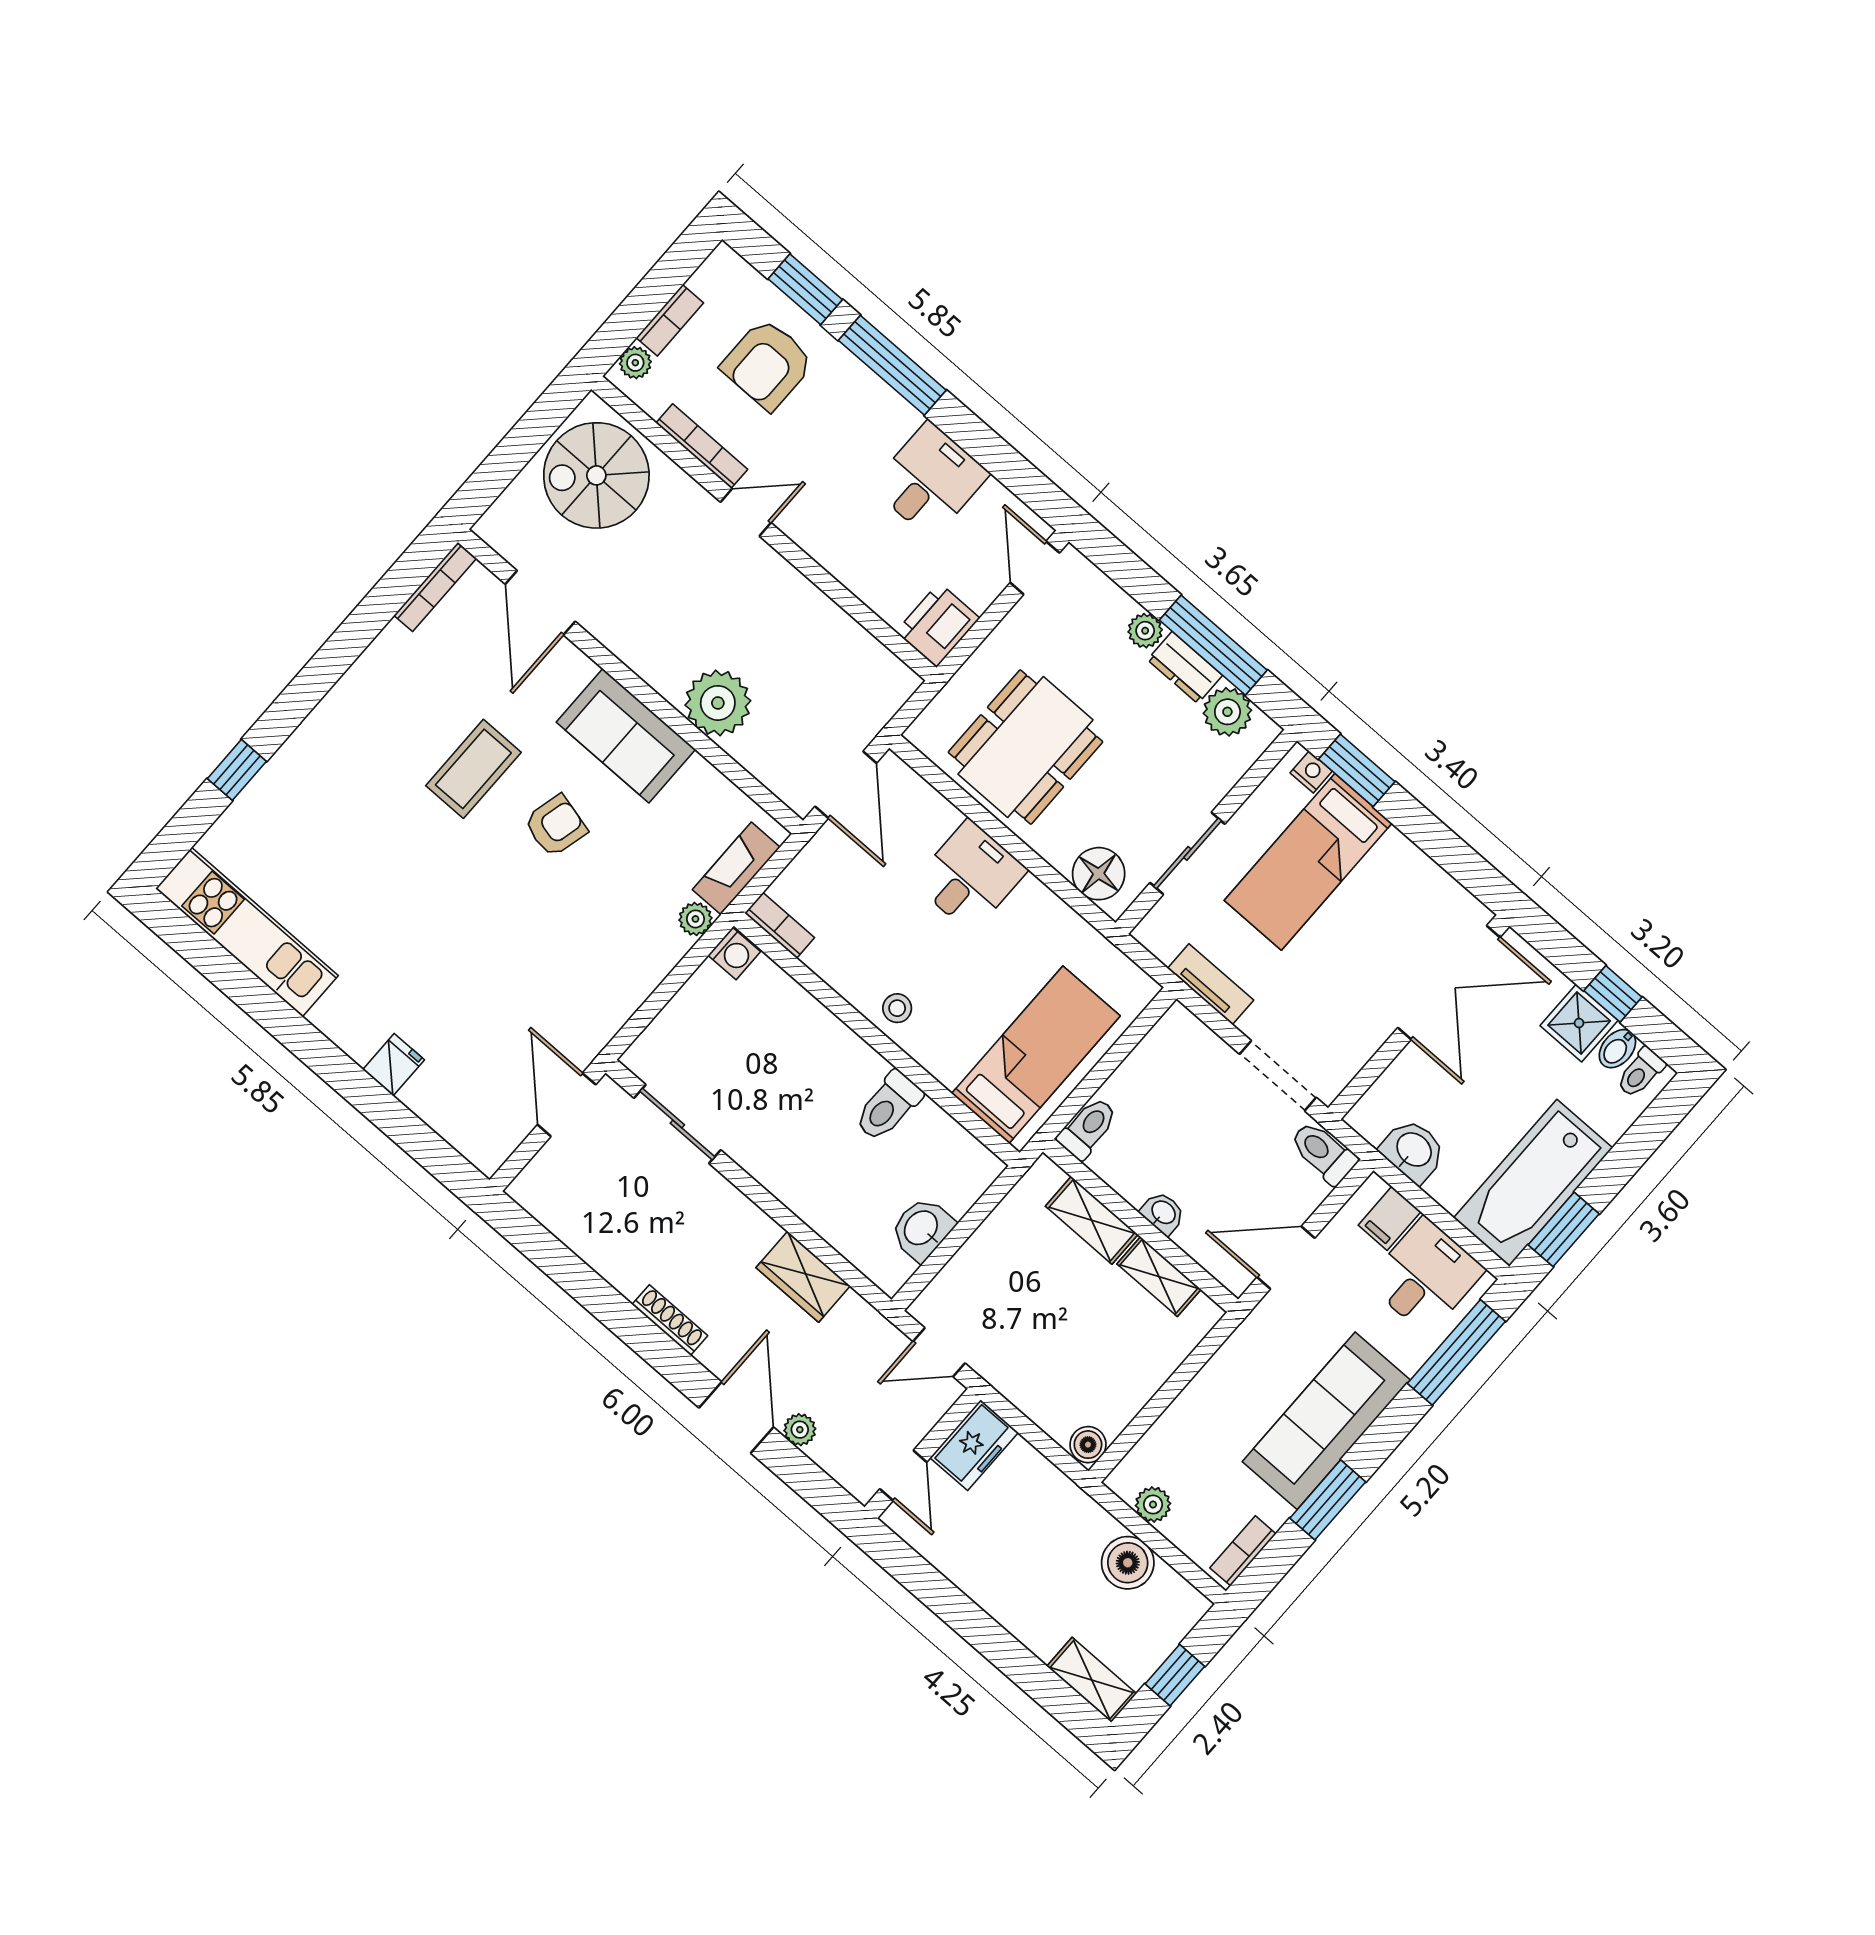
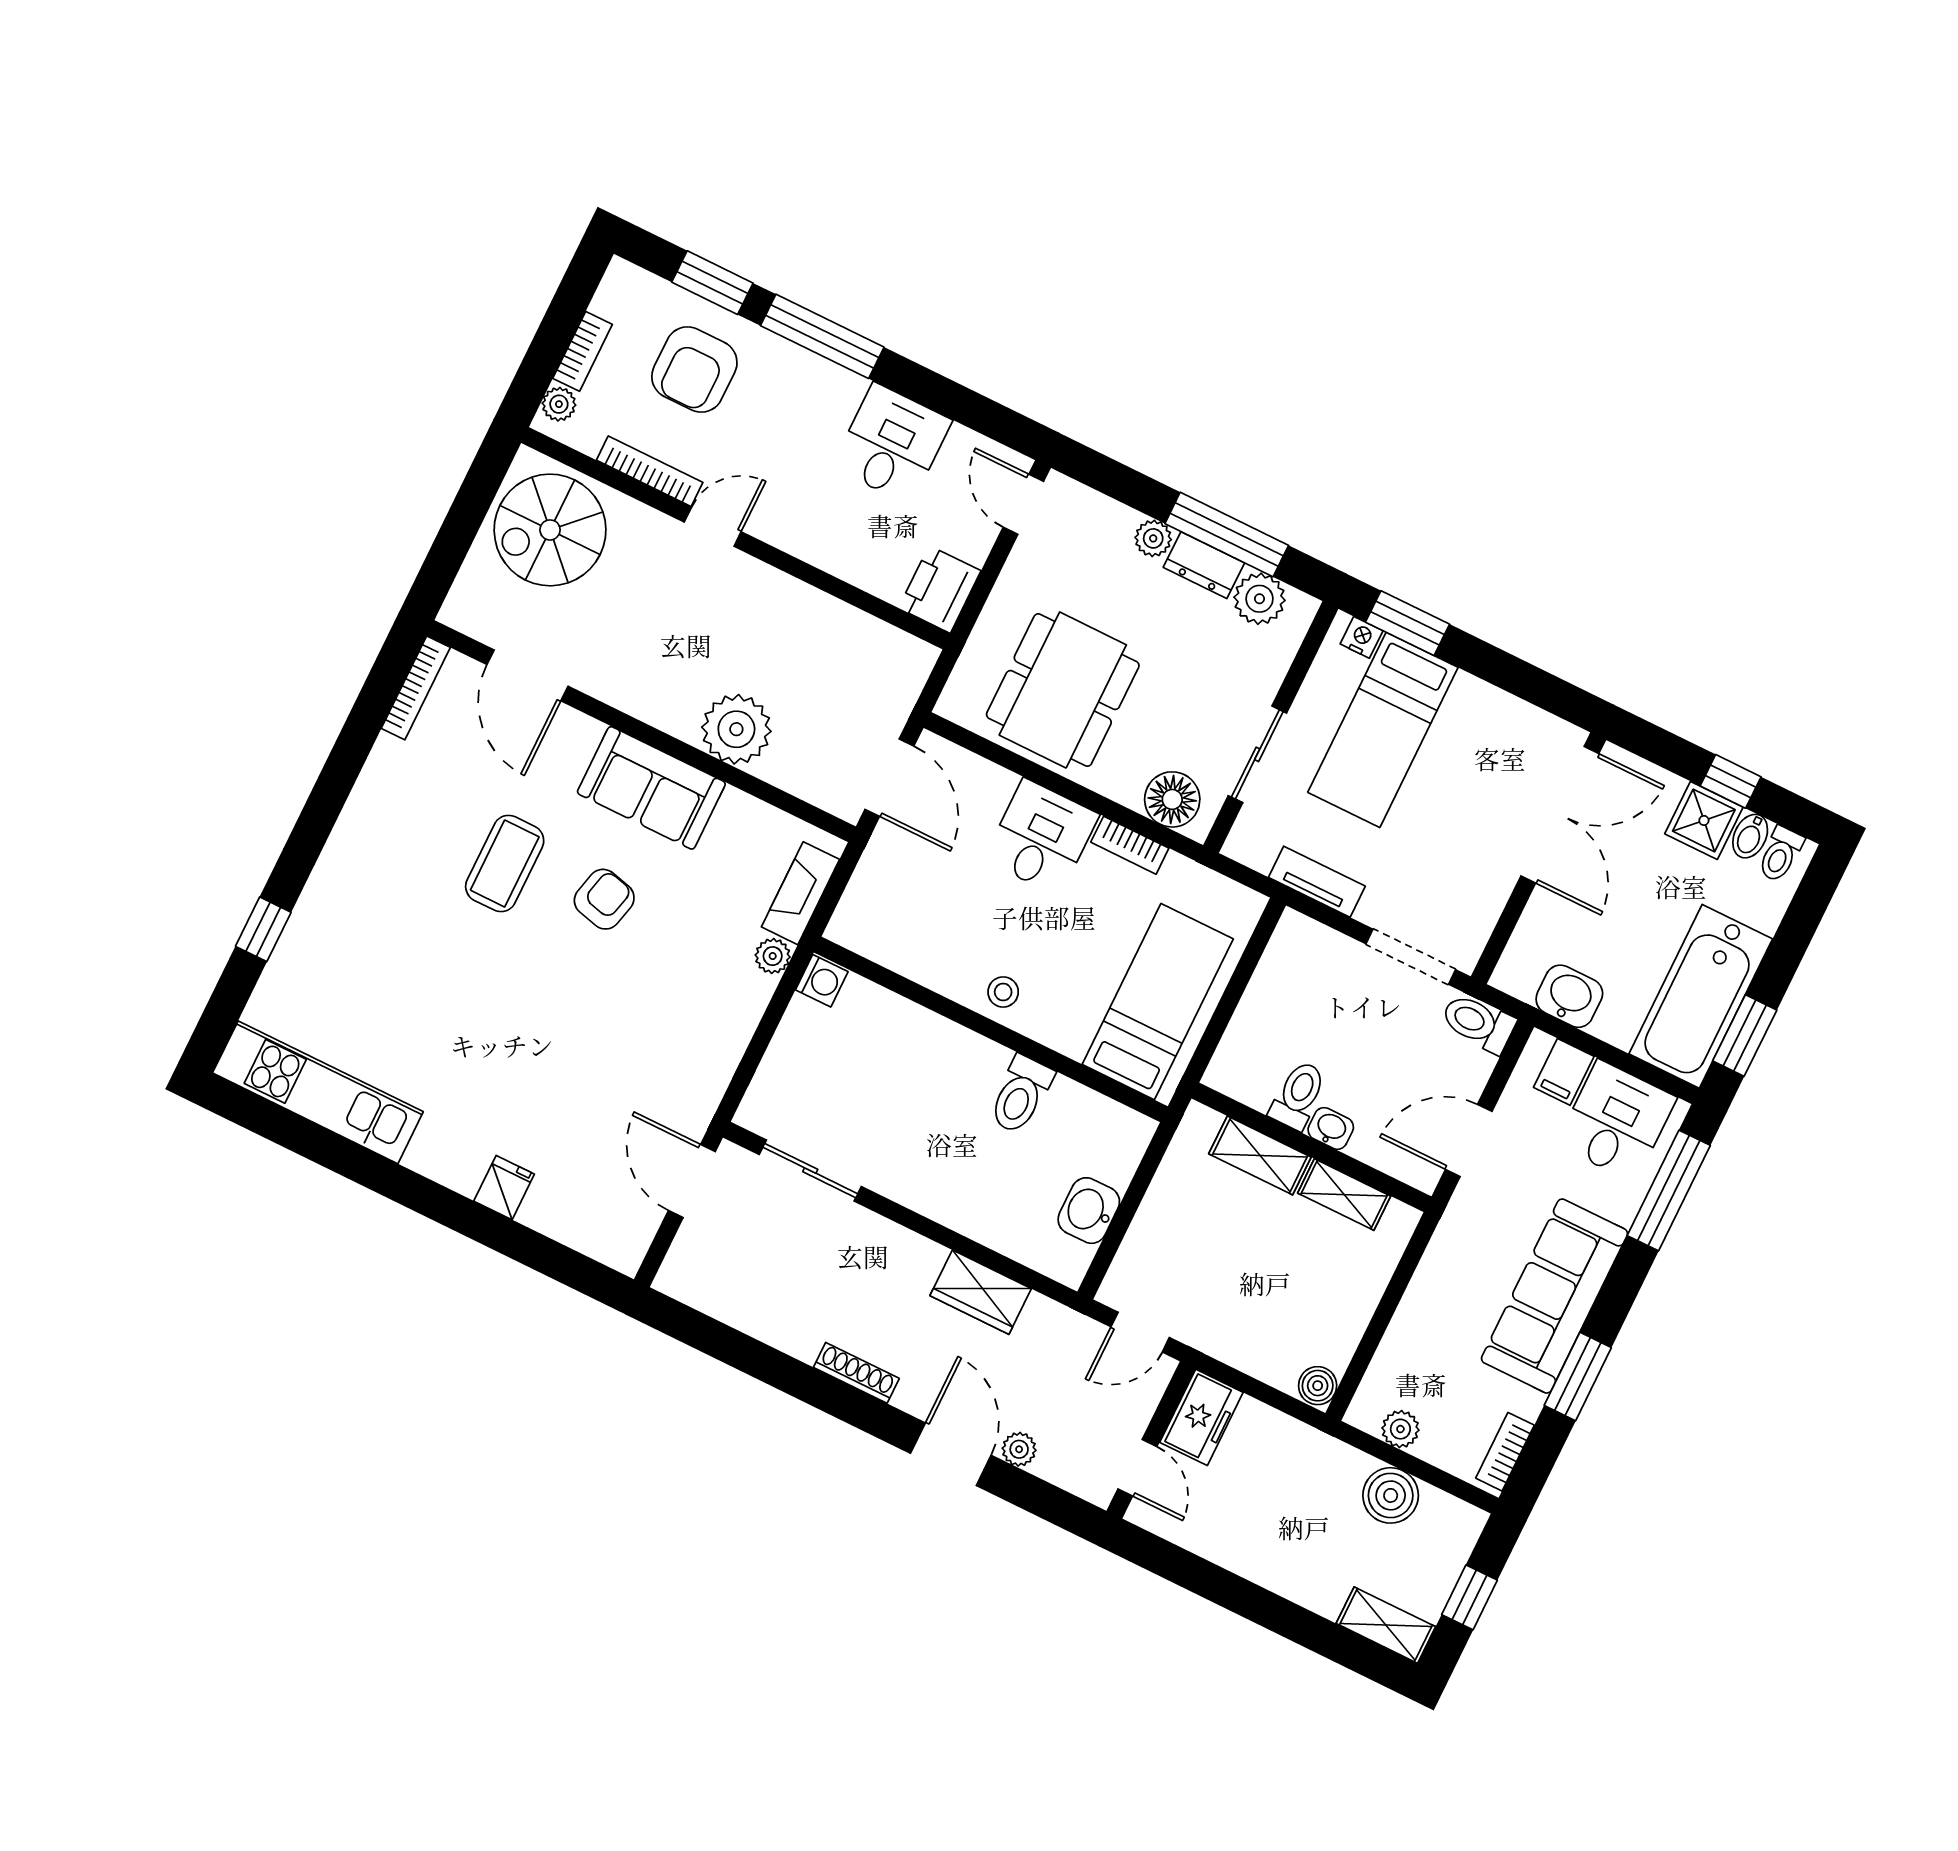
bookcase: (780, 925) -> (1130, 845), moved, turned 180
toilet: (1088, 1128) -> (1298, 1095), moved

